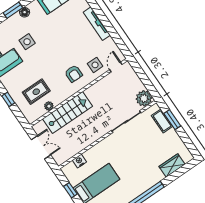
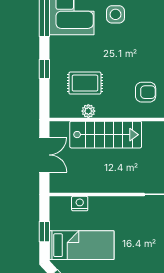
armchair: (74, 74) -> (146, 92), turned -90

